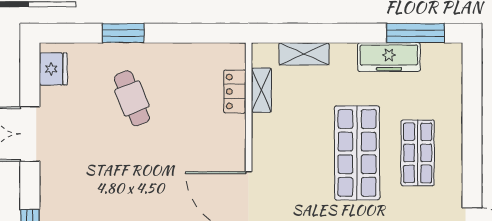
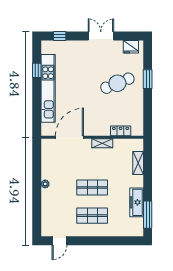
shelving: (261, 90) -> (102, 143), moved
cafe table: (132, 98) -> (117, 83), width x1.37, depth x1.35
shop shelf: (357, 153) -> (92, 188), width x0.70, depth x0.74

